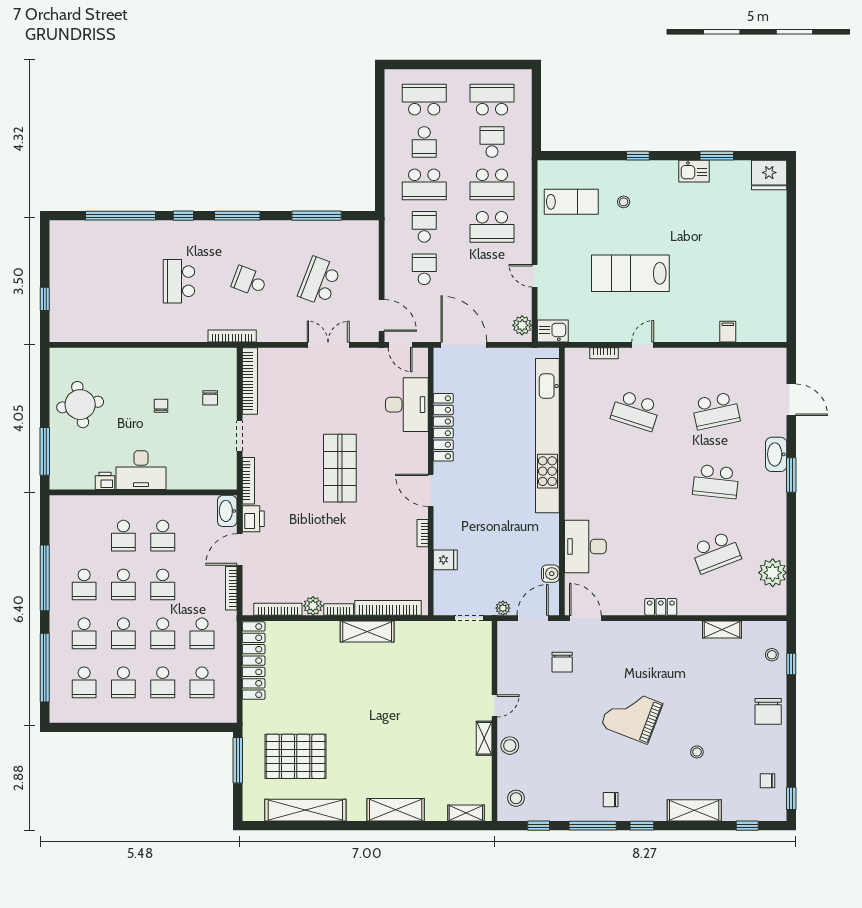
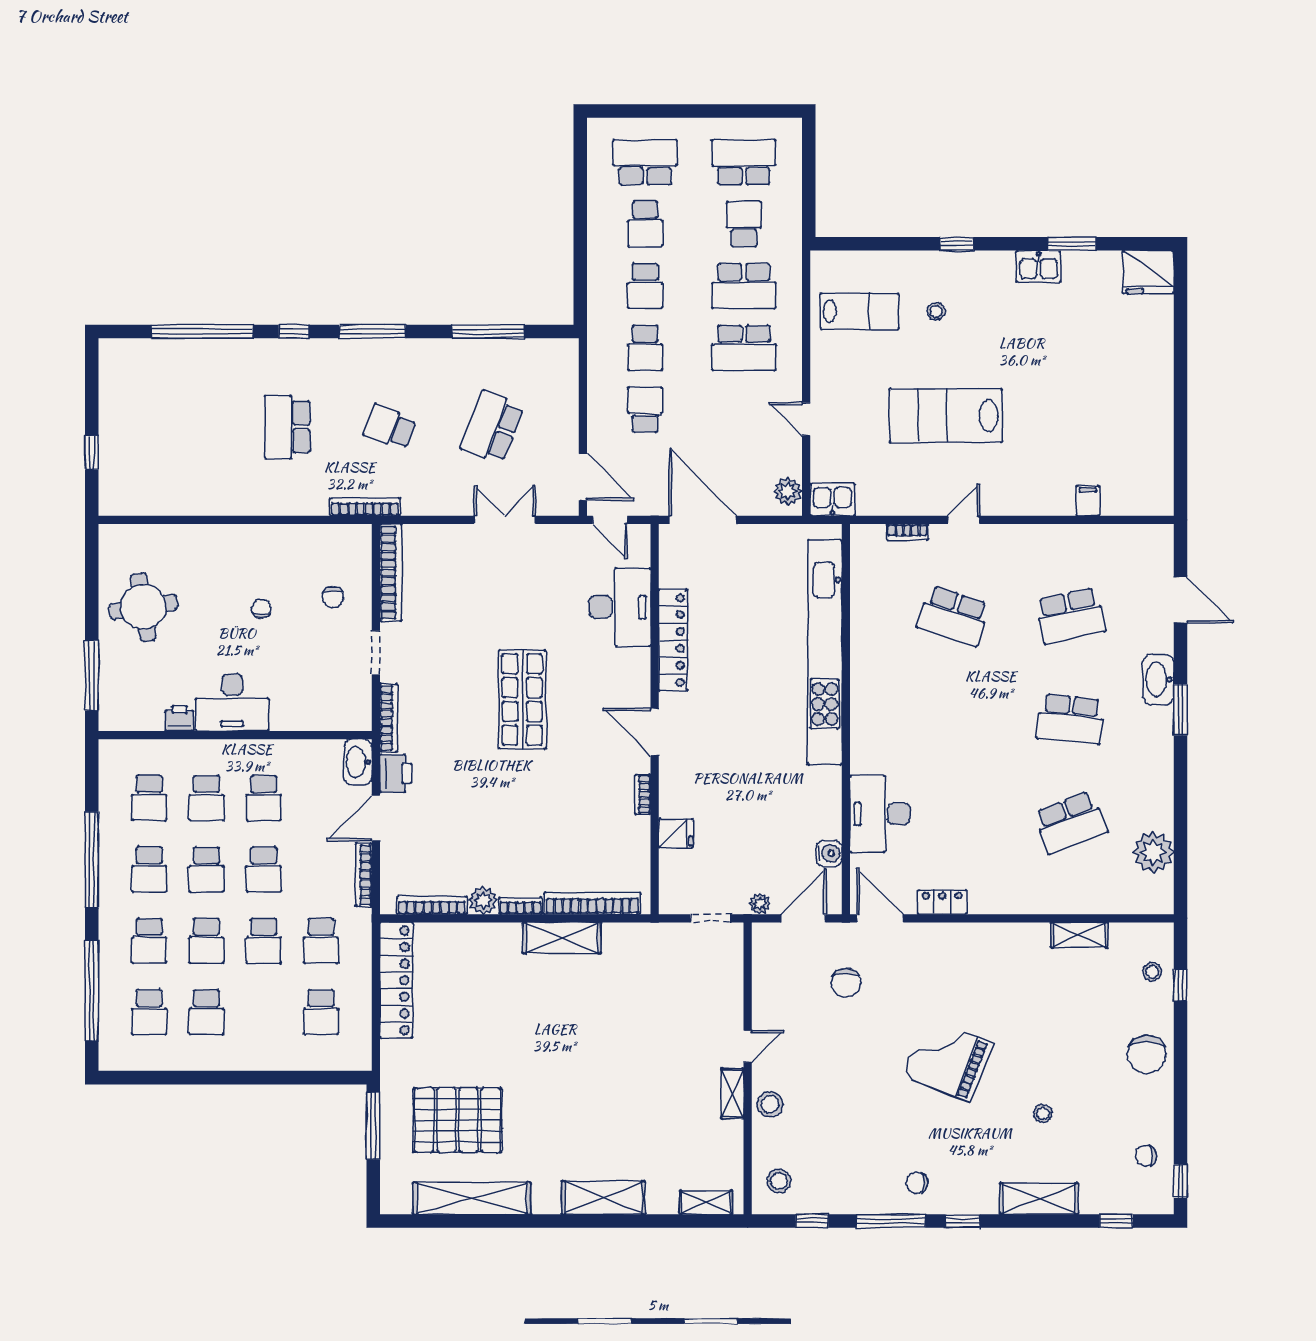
school desk: (424, 184) -> (645, 286), width x0.54
school desk: (424, 227) -> (645, 348), turned 180
locker: (661, 607) -> (942, 902), moved
school desk: (163, 682) -> (149, 798), moved

